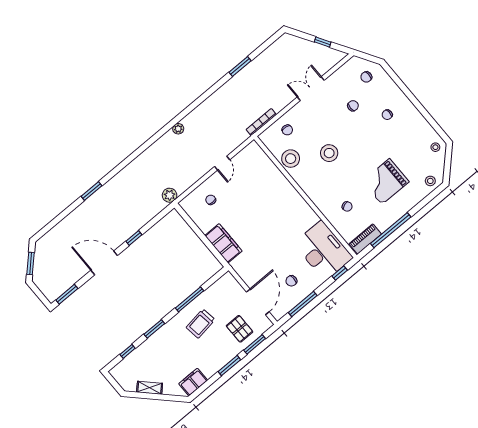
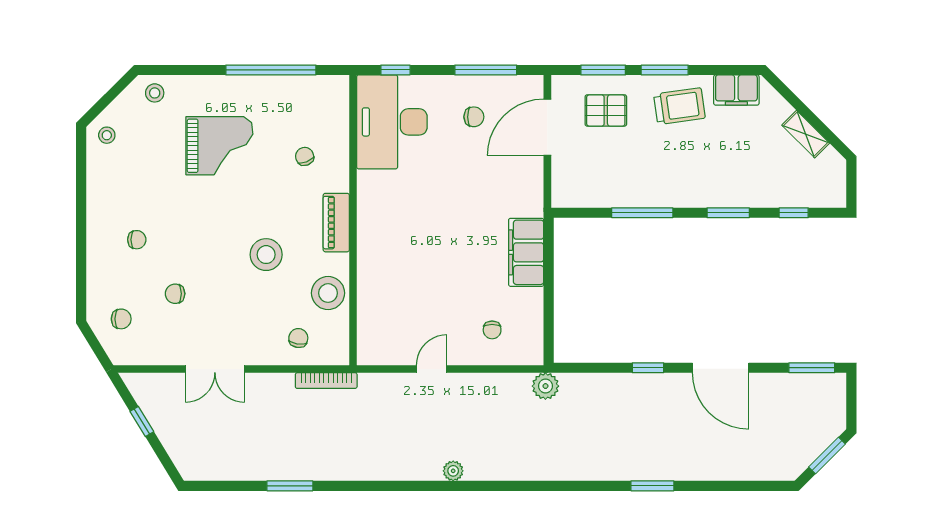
piano: (365, 239) -> (336, 223), moved, turned 90
trolley: (201, 323) -> (679, 106), moved
pallet: (240, 329) -> (606, 110), turned 90

